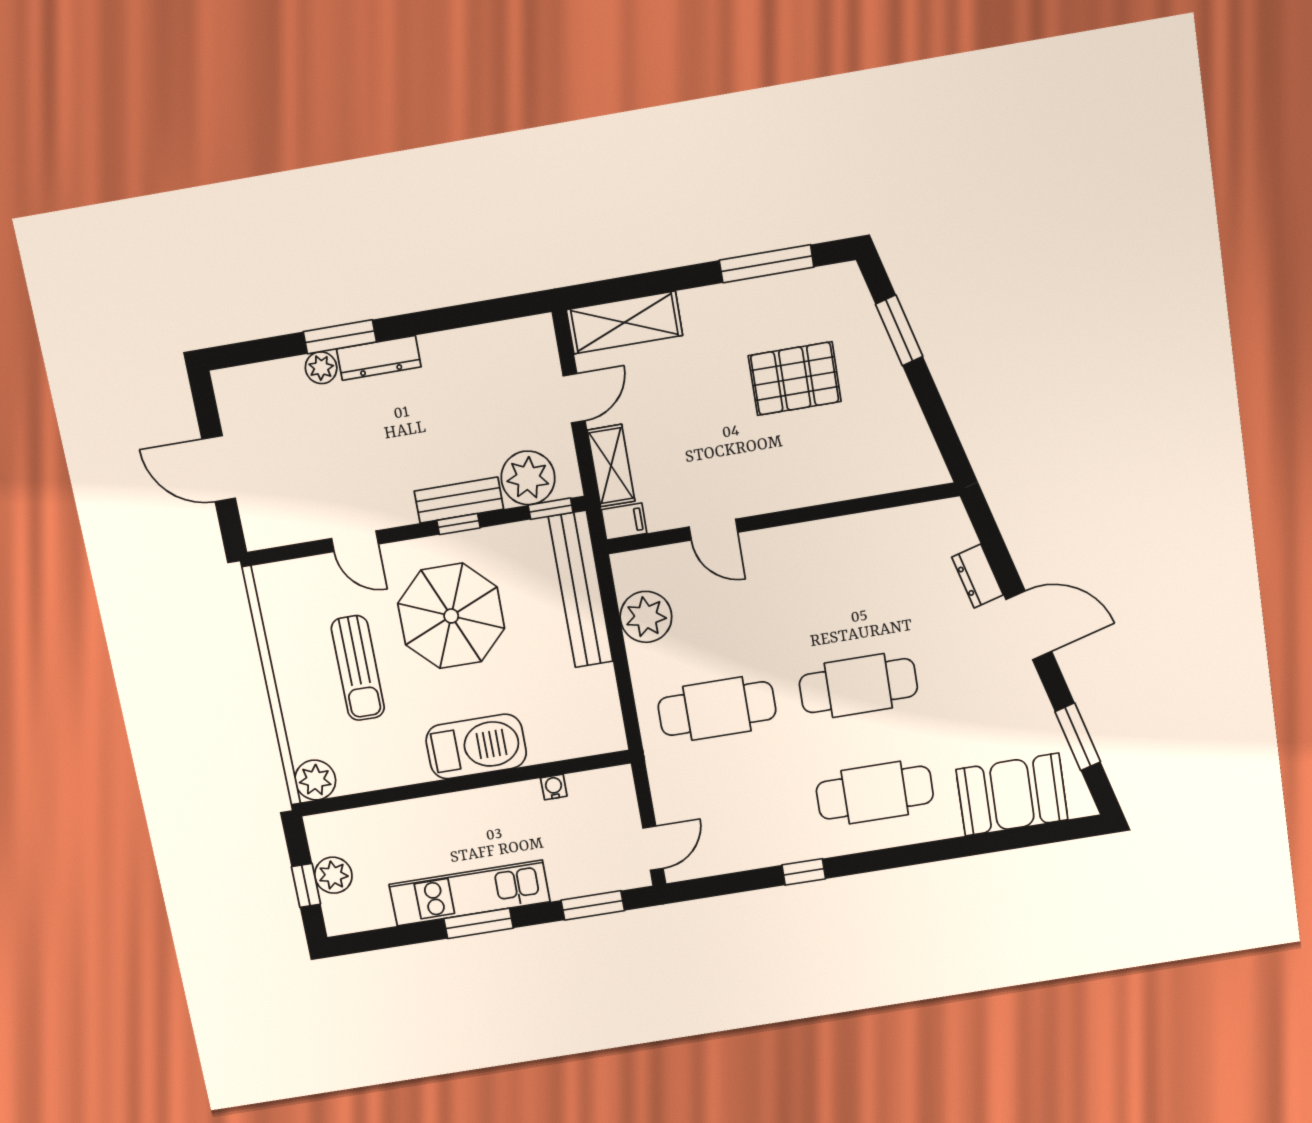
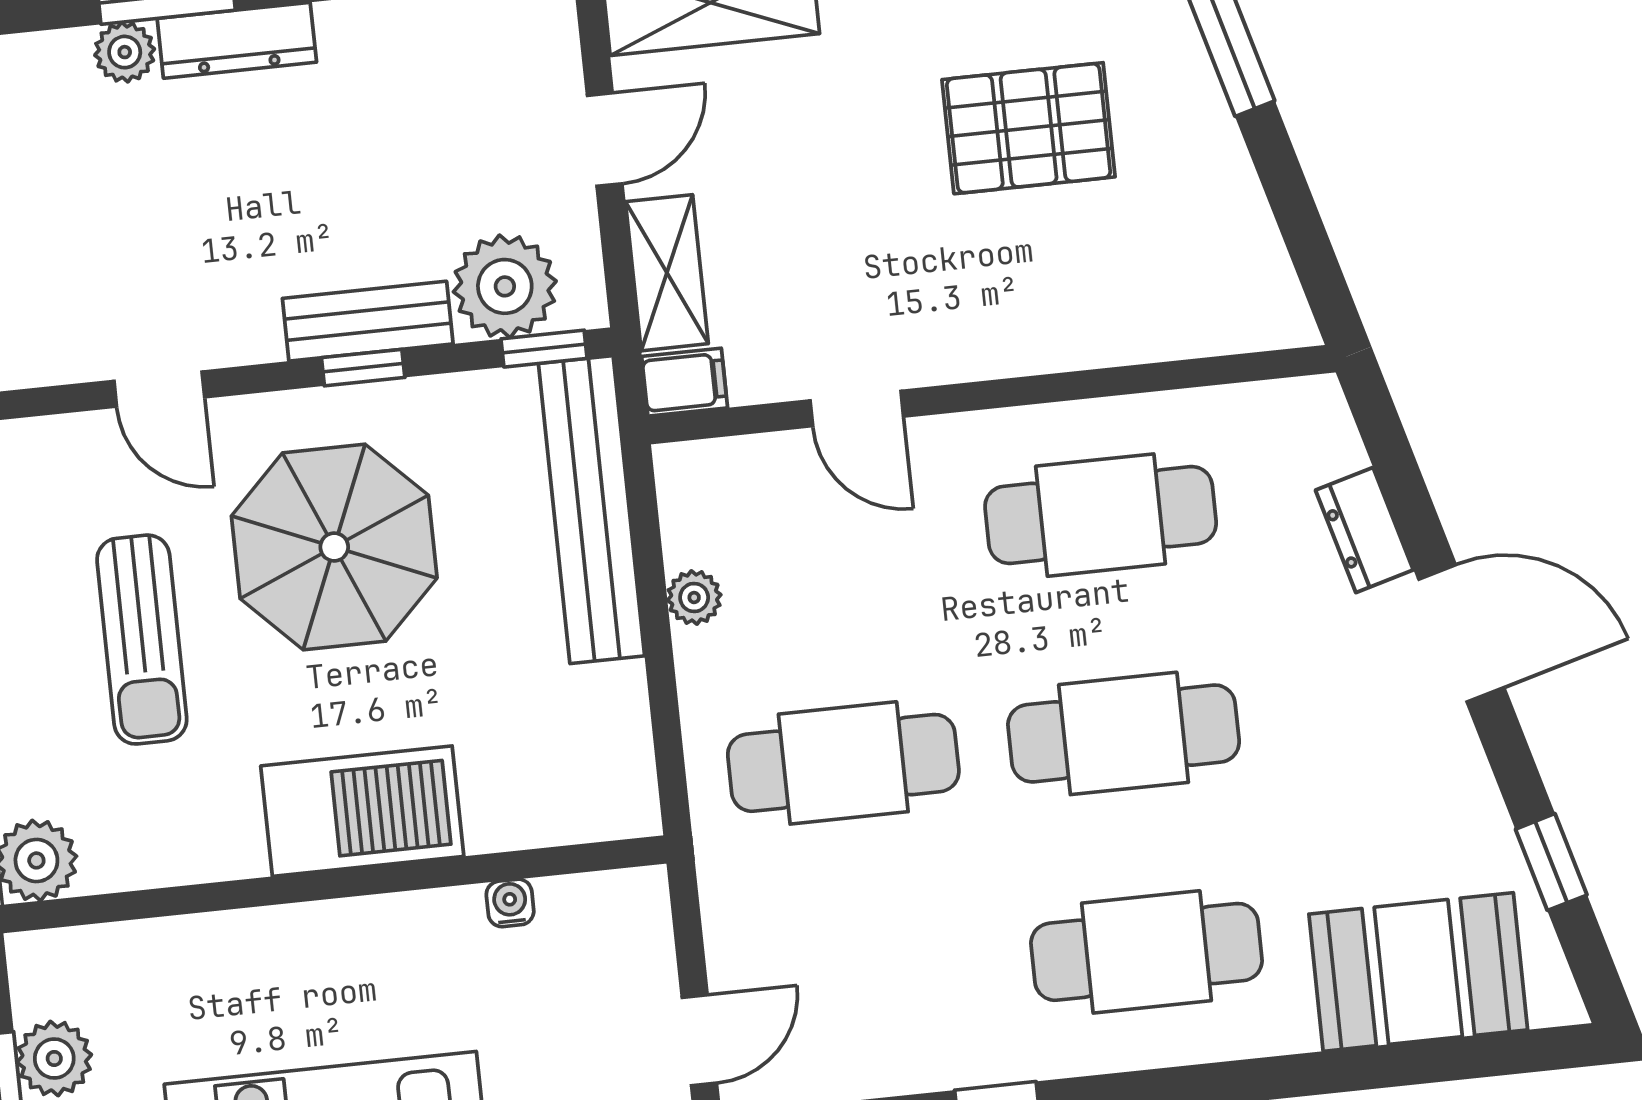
cafe table: (842, 576) -> (1101, 515), added
plant: (646, 617) -> (694, 598), width x0.53, depth x0.53
window: (1078, 737) -> (1551, 862), width x0.67

